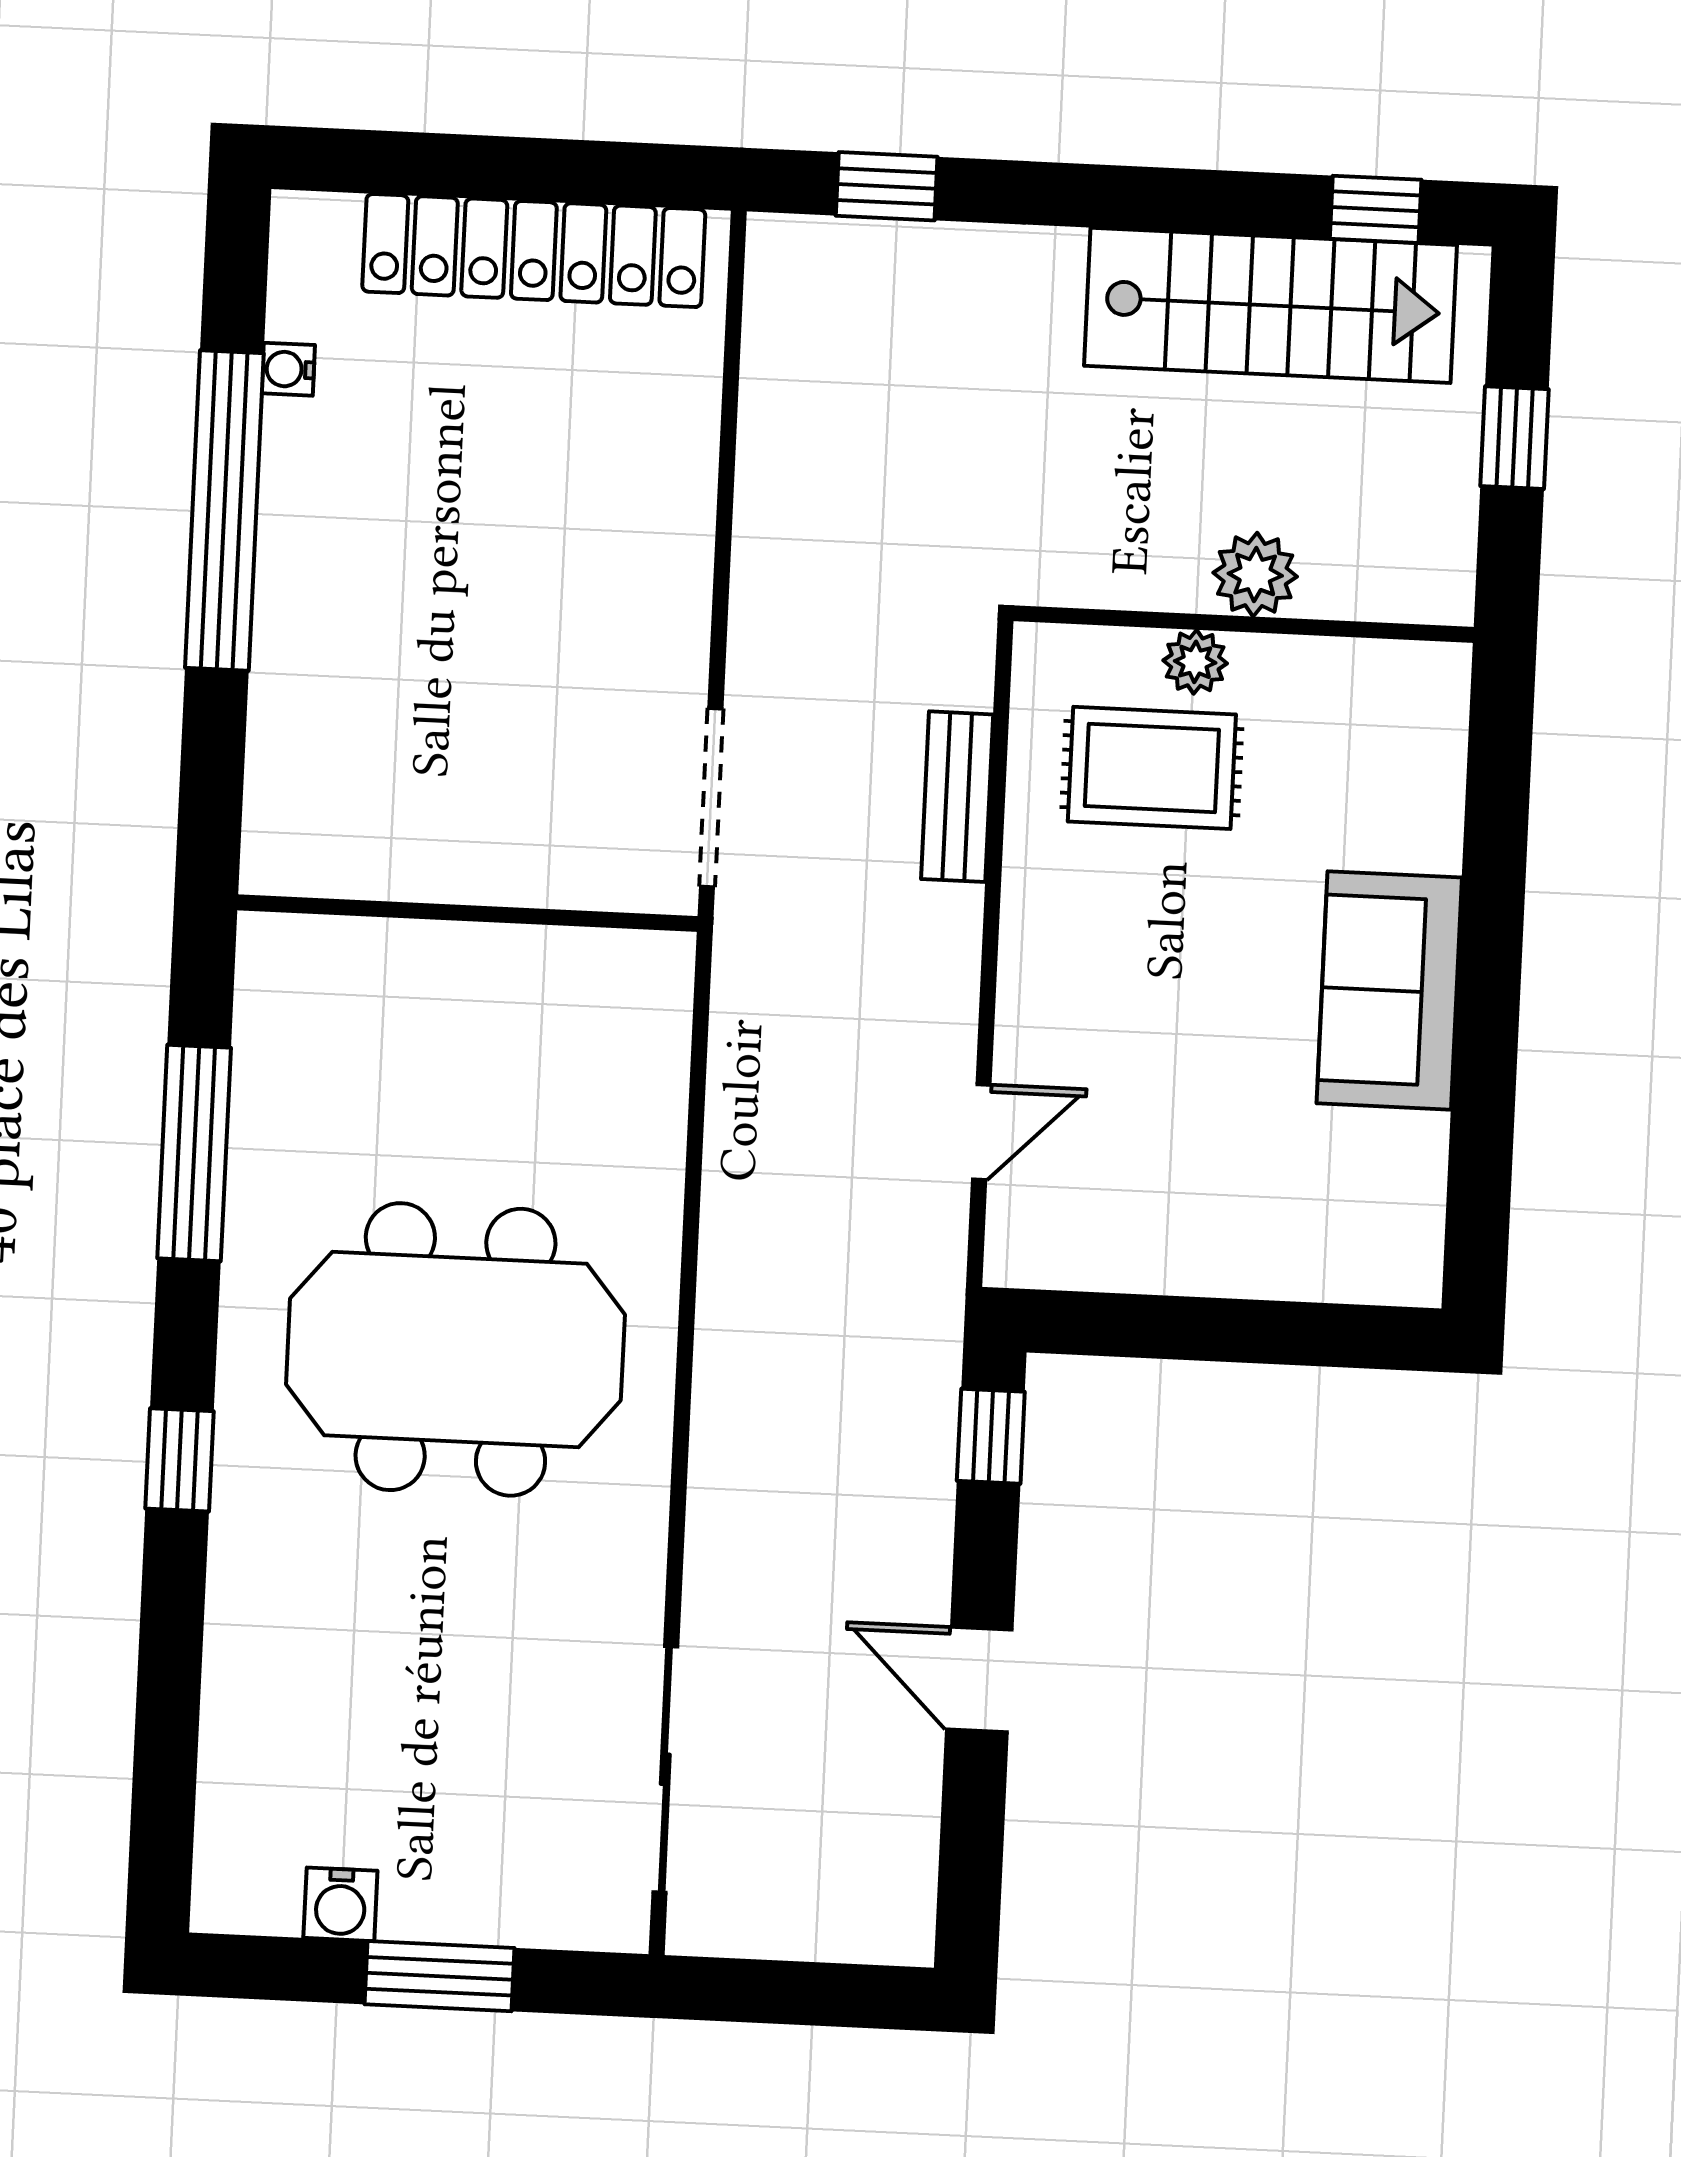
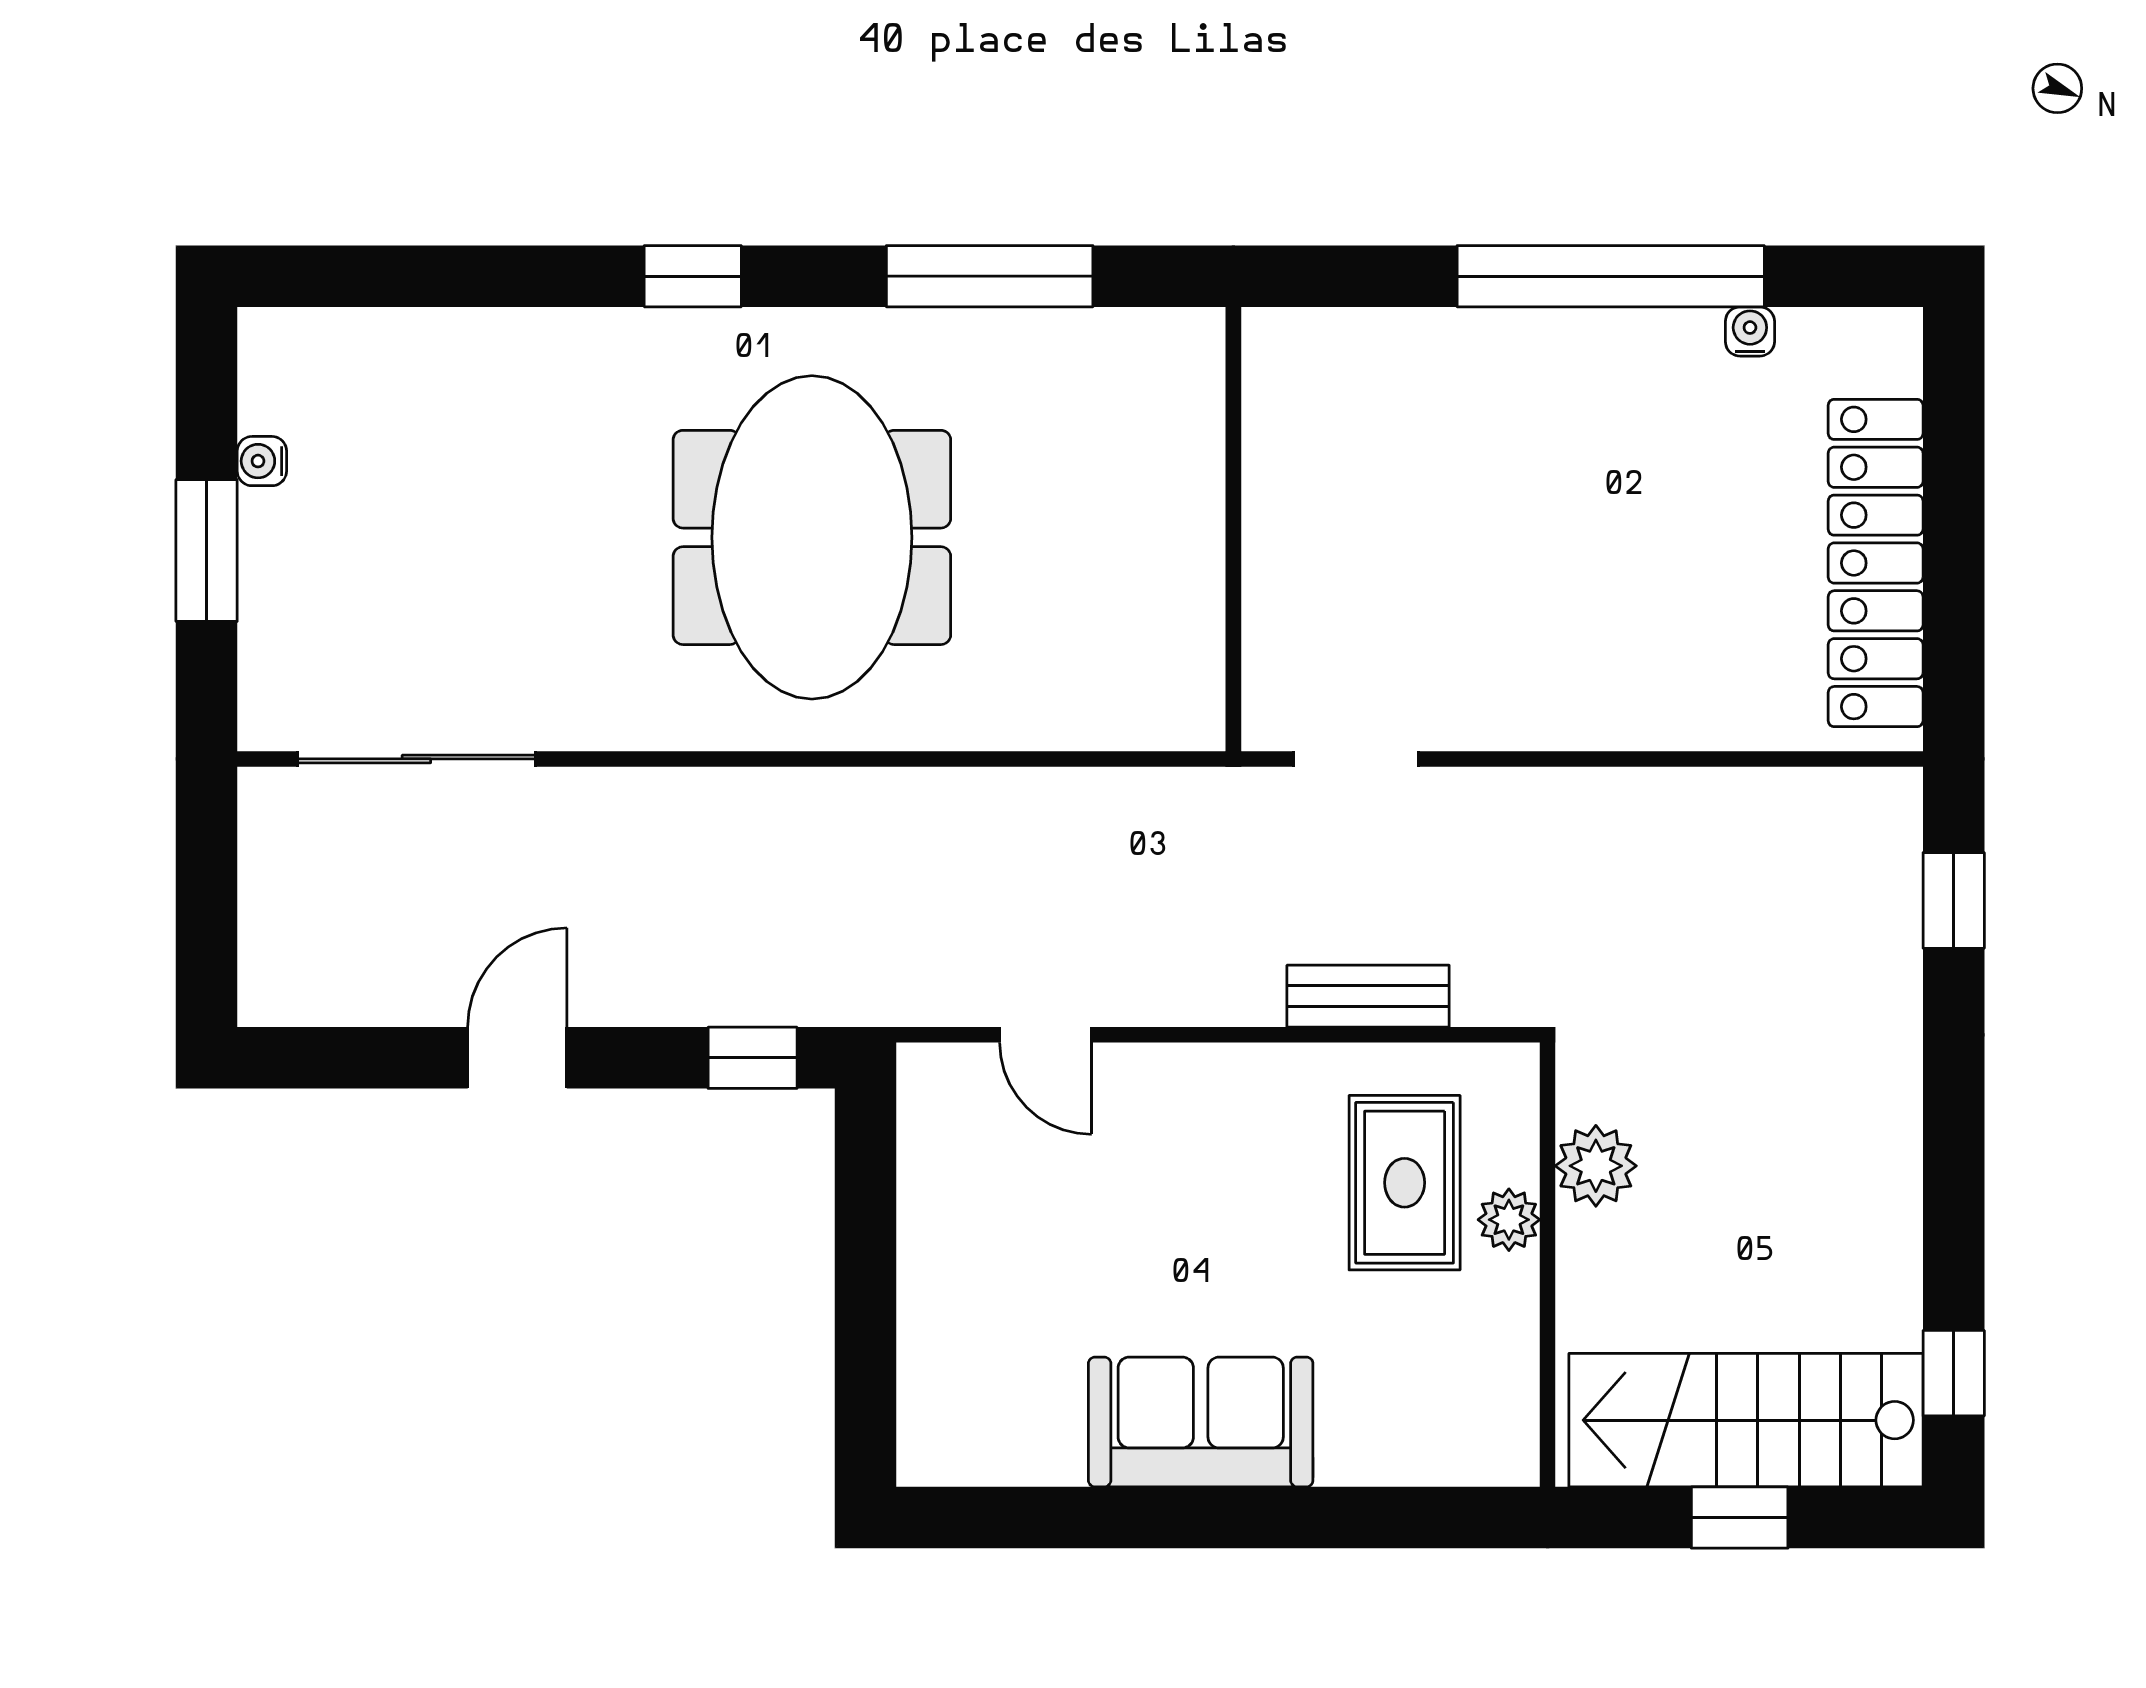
stairs: (1270, 305) -> (1746, 1420), moved, turned 90
plant: (1255, 575) -> (1596, 1166), moved
doorway: (711, 798) -> (1356, 759), width x0.73
water cooler: (340, 1904) -> (262, 461), width x0.72, depth x0.72

